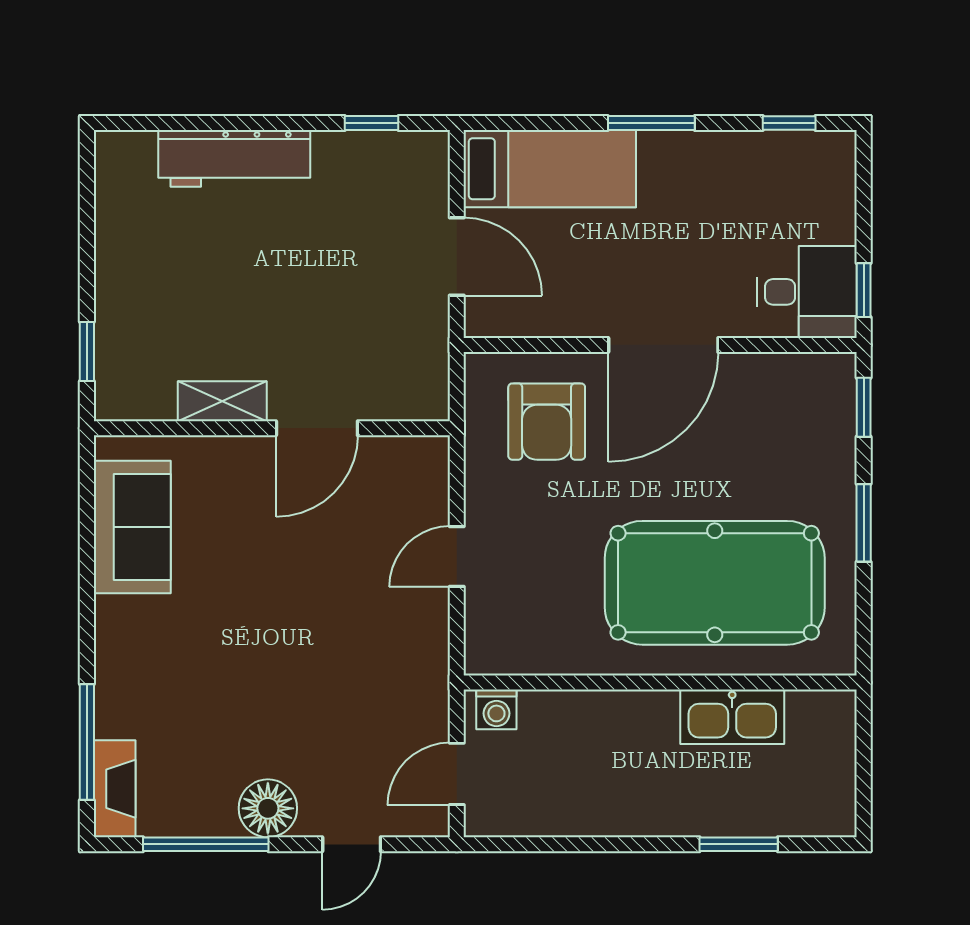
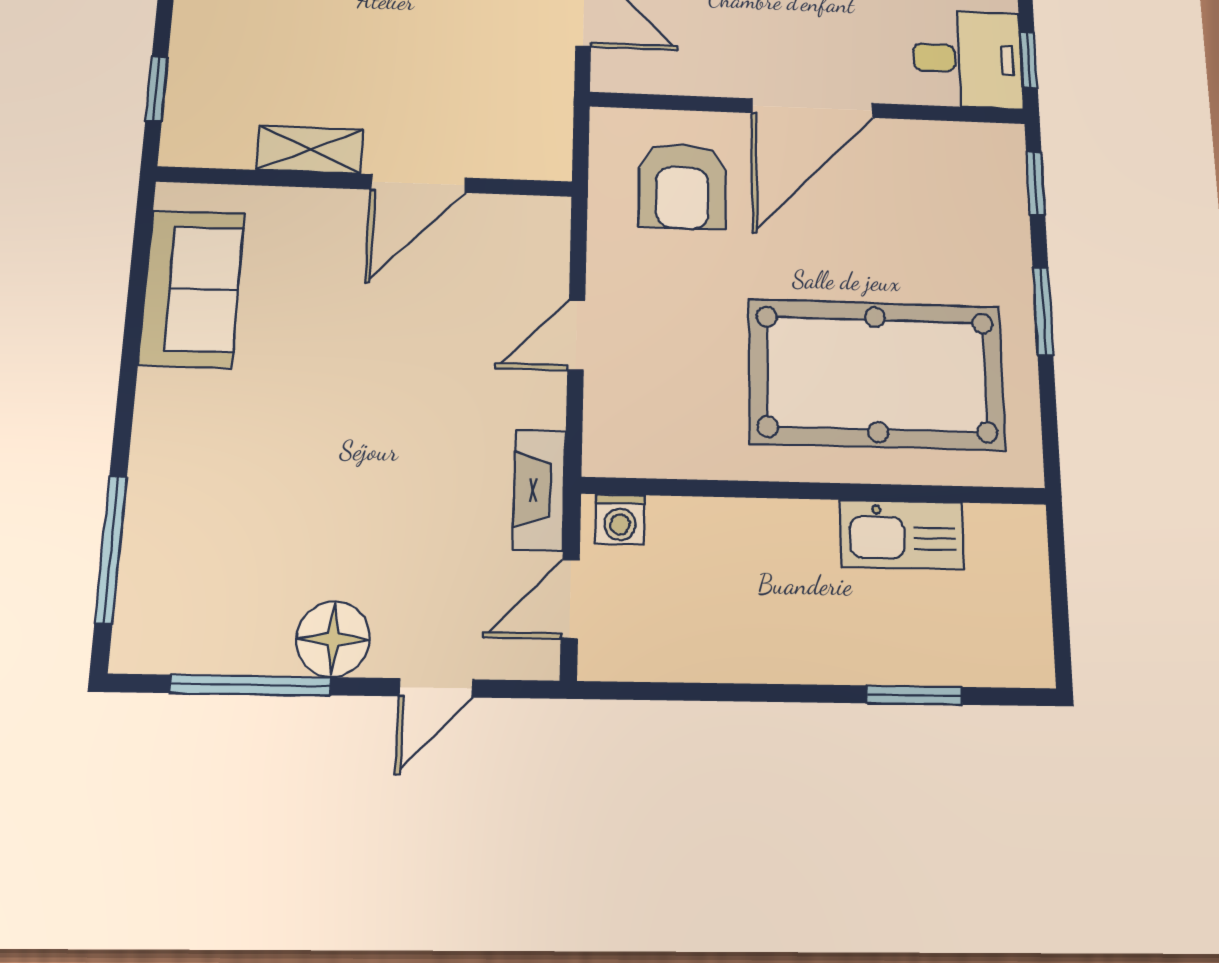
fireplace: (115, 789) -> (539, 490), moved, turned 180

